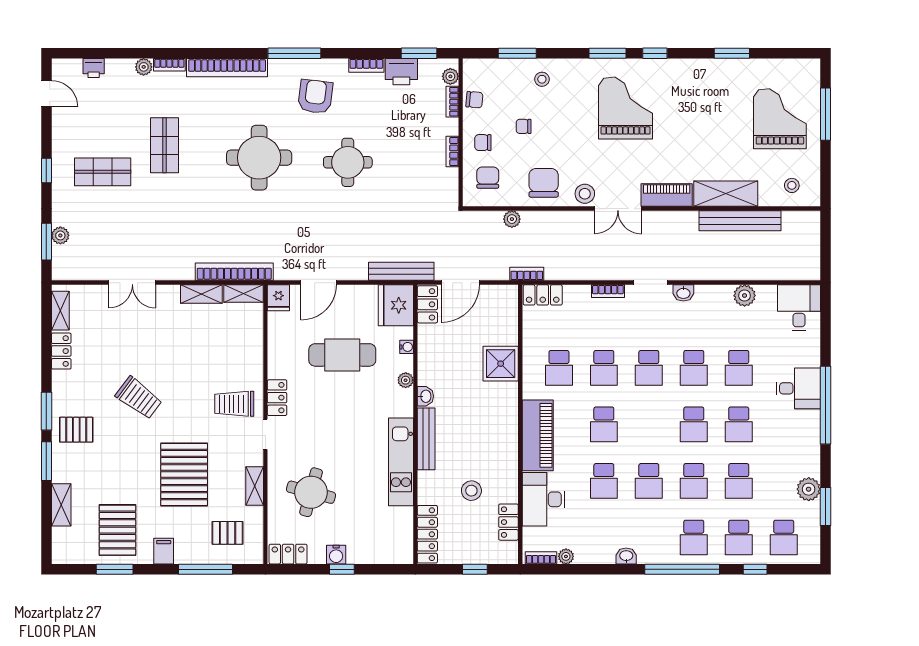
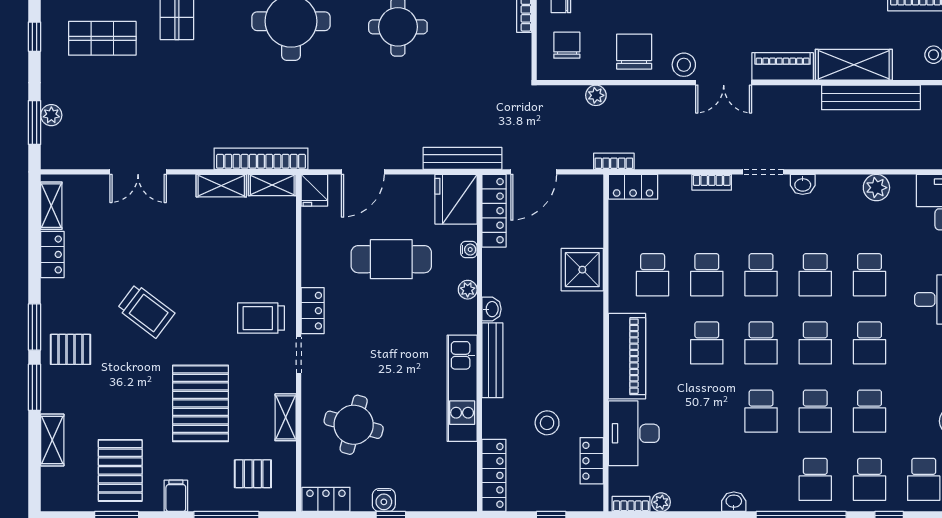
locker: (427, 304) -> (494, 211), width x1.53
school desk: (604, 481) -> (761, 343), moved

